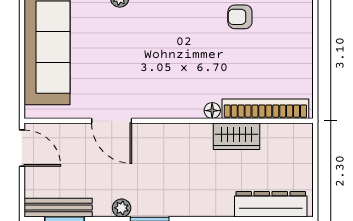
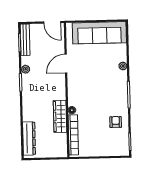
wardrobe: (236, 136) -> (60, 116), width x1.50
door: (22, 148) -> (52, 22), hinge flipped

